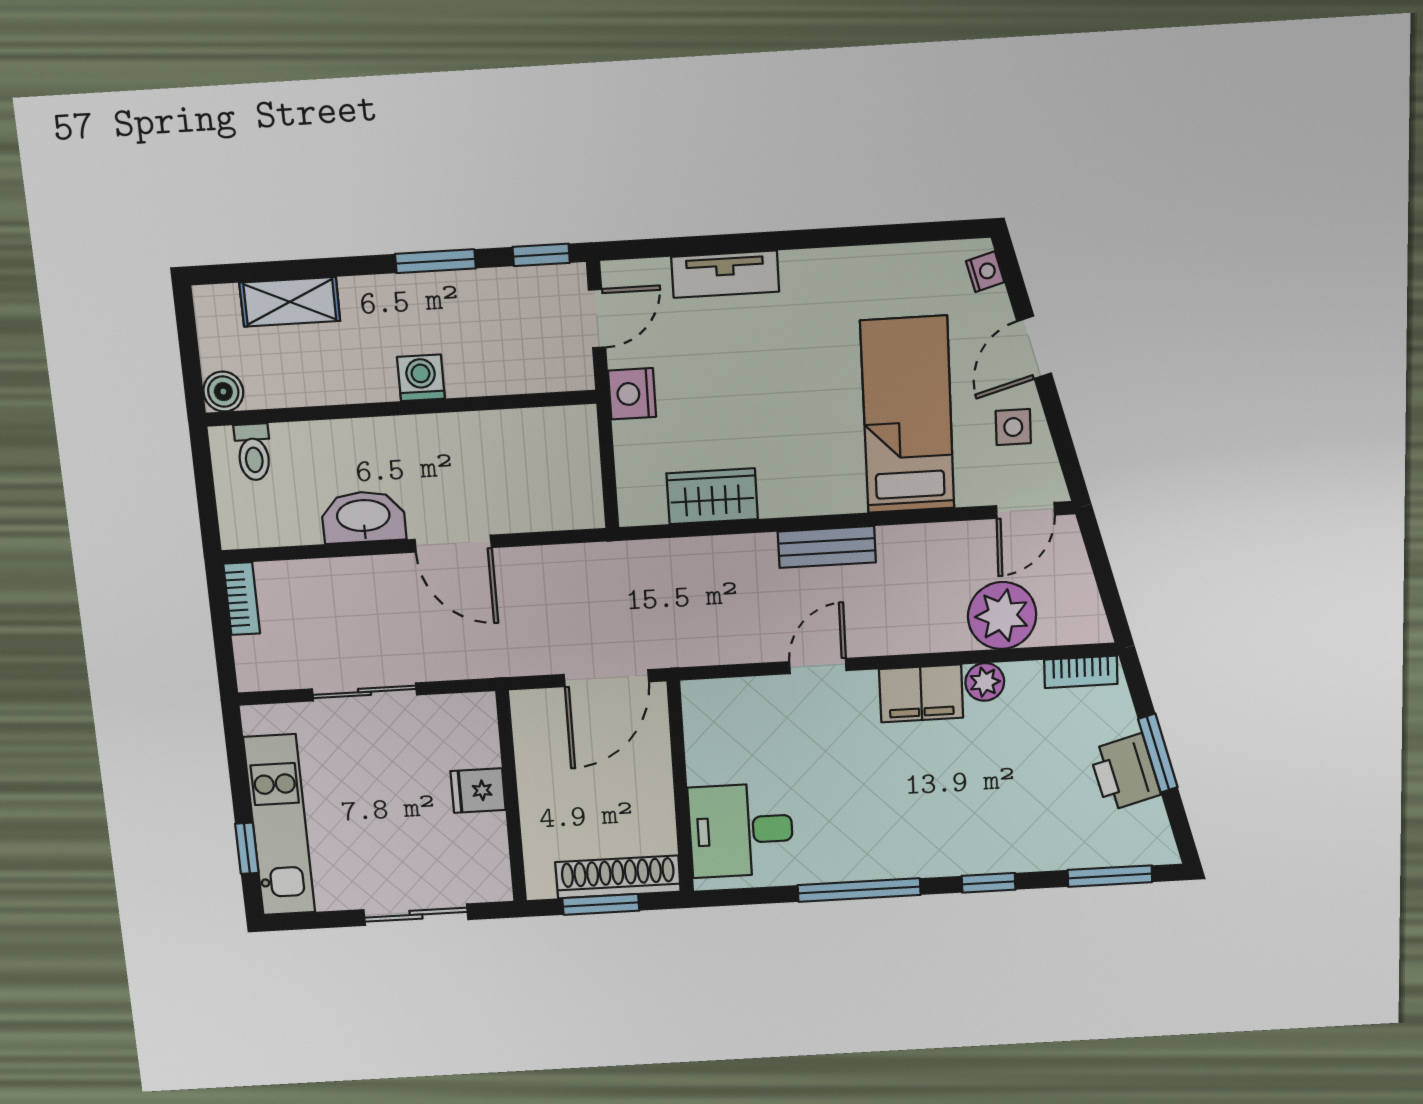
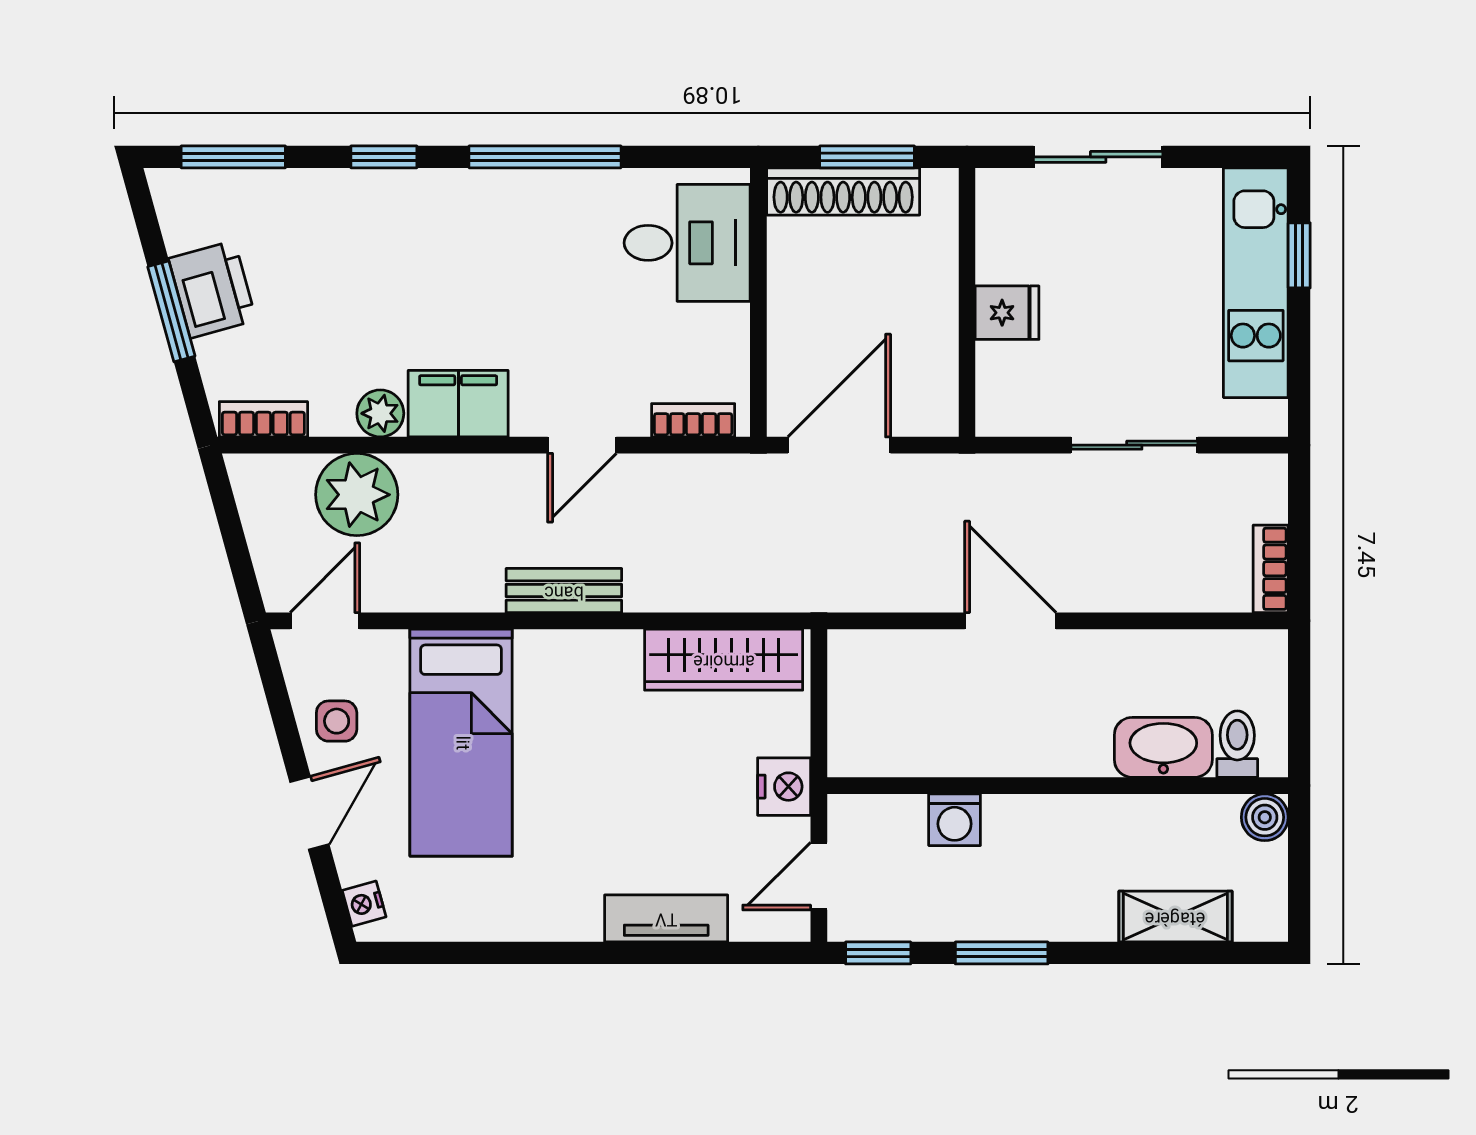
washing machine: (421, 378) -> (955, 820), moved
wardrobe: (712, 496) -> (724, 660), width x1.50
washbasin: (363, 517) -> (1163, 747), moved, turned 180
bookcase: (728, 691) -> (693, 420), added

